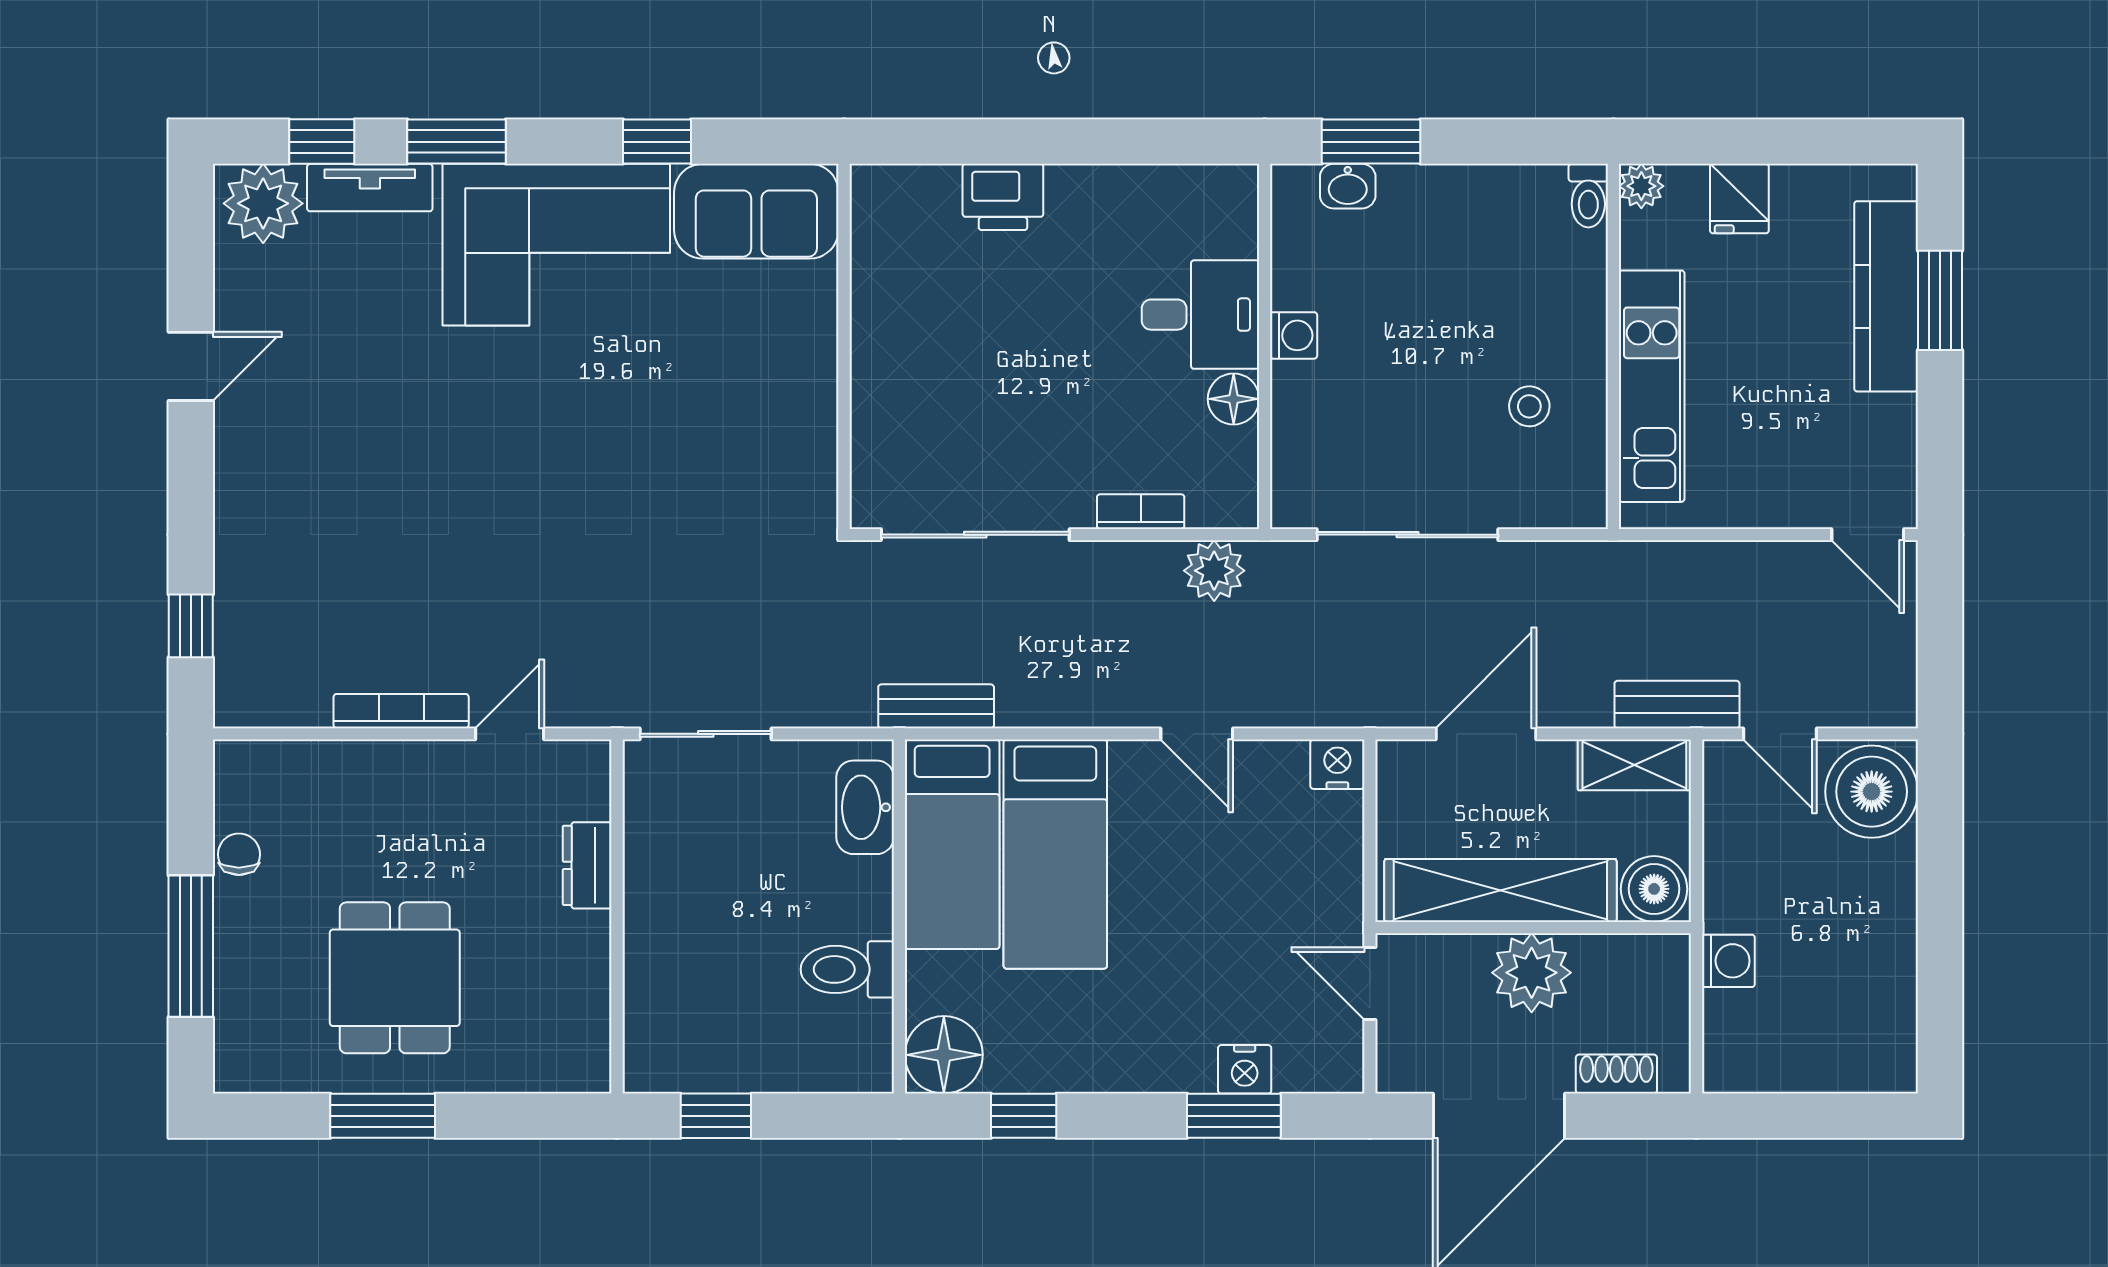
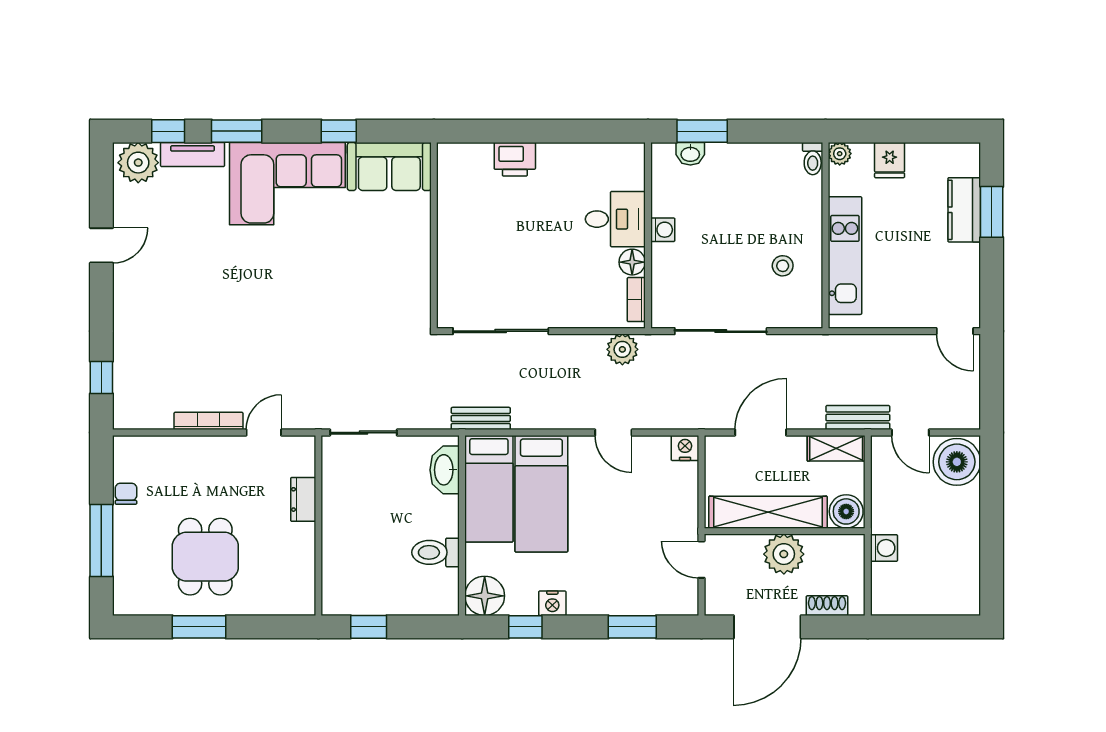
kitchen counter: (1886, 296) -> (964, 210), width x0.67
bookcase: (1141, 512) -> (636, 300), moved, turned -90
nightstand: (1245, 1069) -> (552, 603), moved

